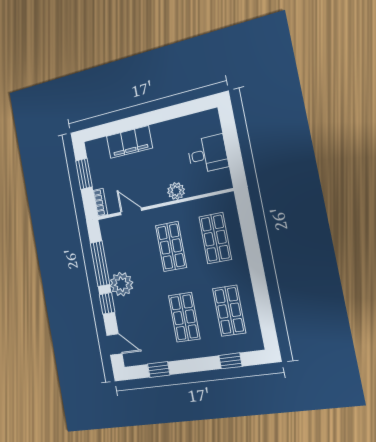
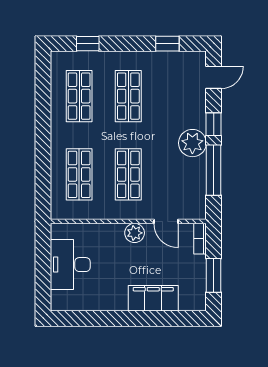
desk: (208, 154) -> (70, 265), width x1.37
plant: (176, 191) -> (135, 233), moved
door: (114, 344) -> (214, 77), swing flipped

